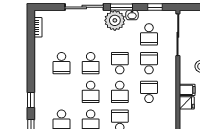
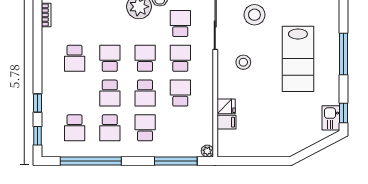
school desk: (149, 34) -> (180, 24), turned 180
school desk: (91, 63) -> (110, 58), turned 180
filing cabinet: (187, 90) -> (226, 122), moved

